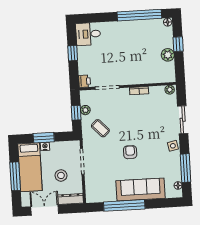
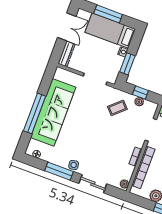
bookcase: (146, 79) -> (143, 167), added
window: (44, 138) -> (127, 64), moved
armchair: (130, 152) -> (85, 125), removed
window: (185, 168) -> (59, 171), moved
stool: (61, 175) -> (91, 55), removed
sofa: (140, 190) -> (53, 112), width x1.36, depth x1.27
window: (124, 205) -> (35, 113), moved

